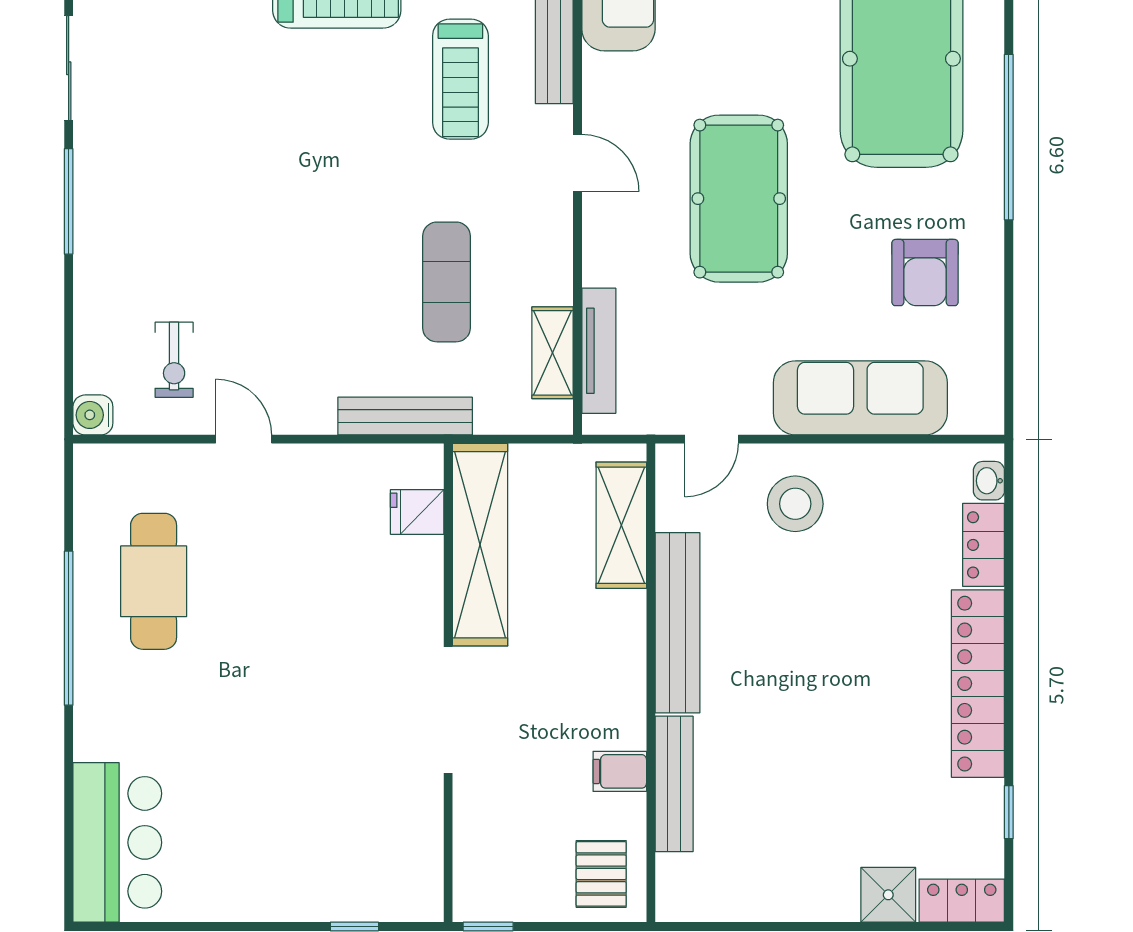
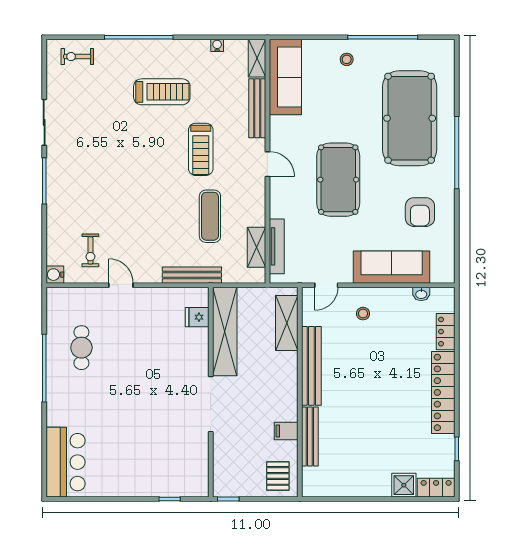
treadmill: (460, 79) -> (201, 149), moved
washbasin: (989, 481) -> (421, 294), moved, turned -90
stool: (795, 504) -> (363, 314), width x0.53, depth x0.53
cafe table: (154, 581) -> (81, 348), width x0.73, depth x0.74

